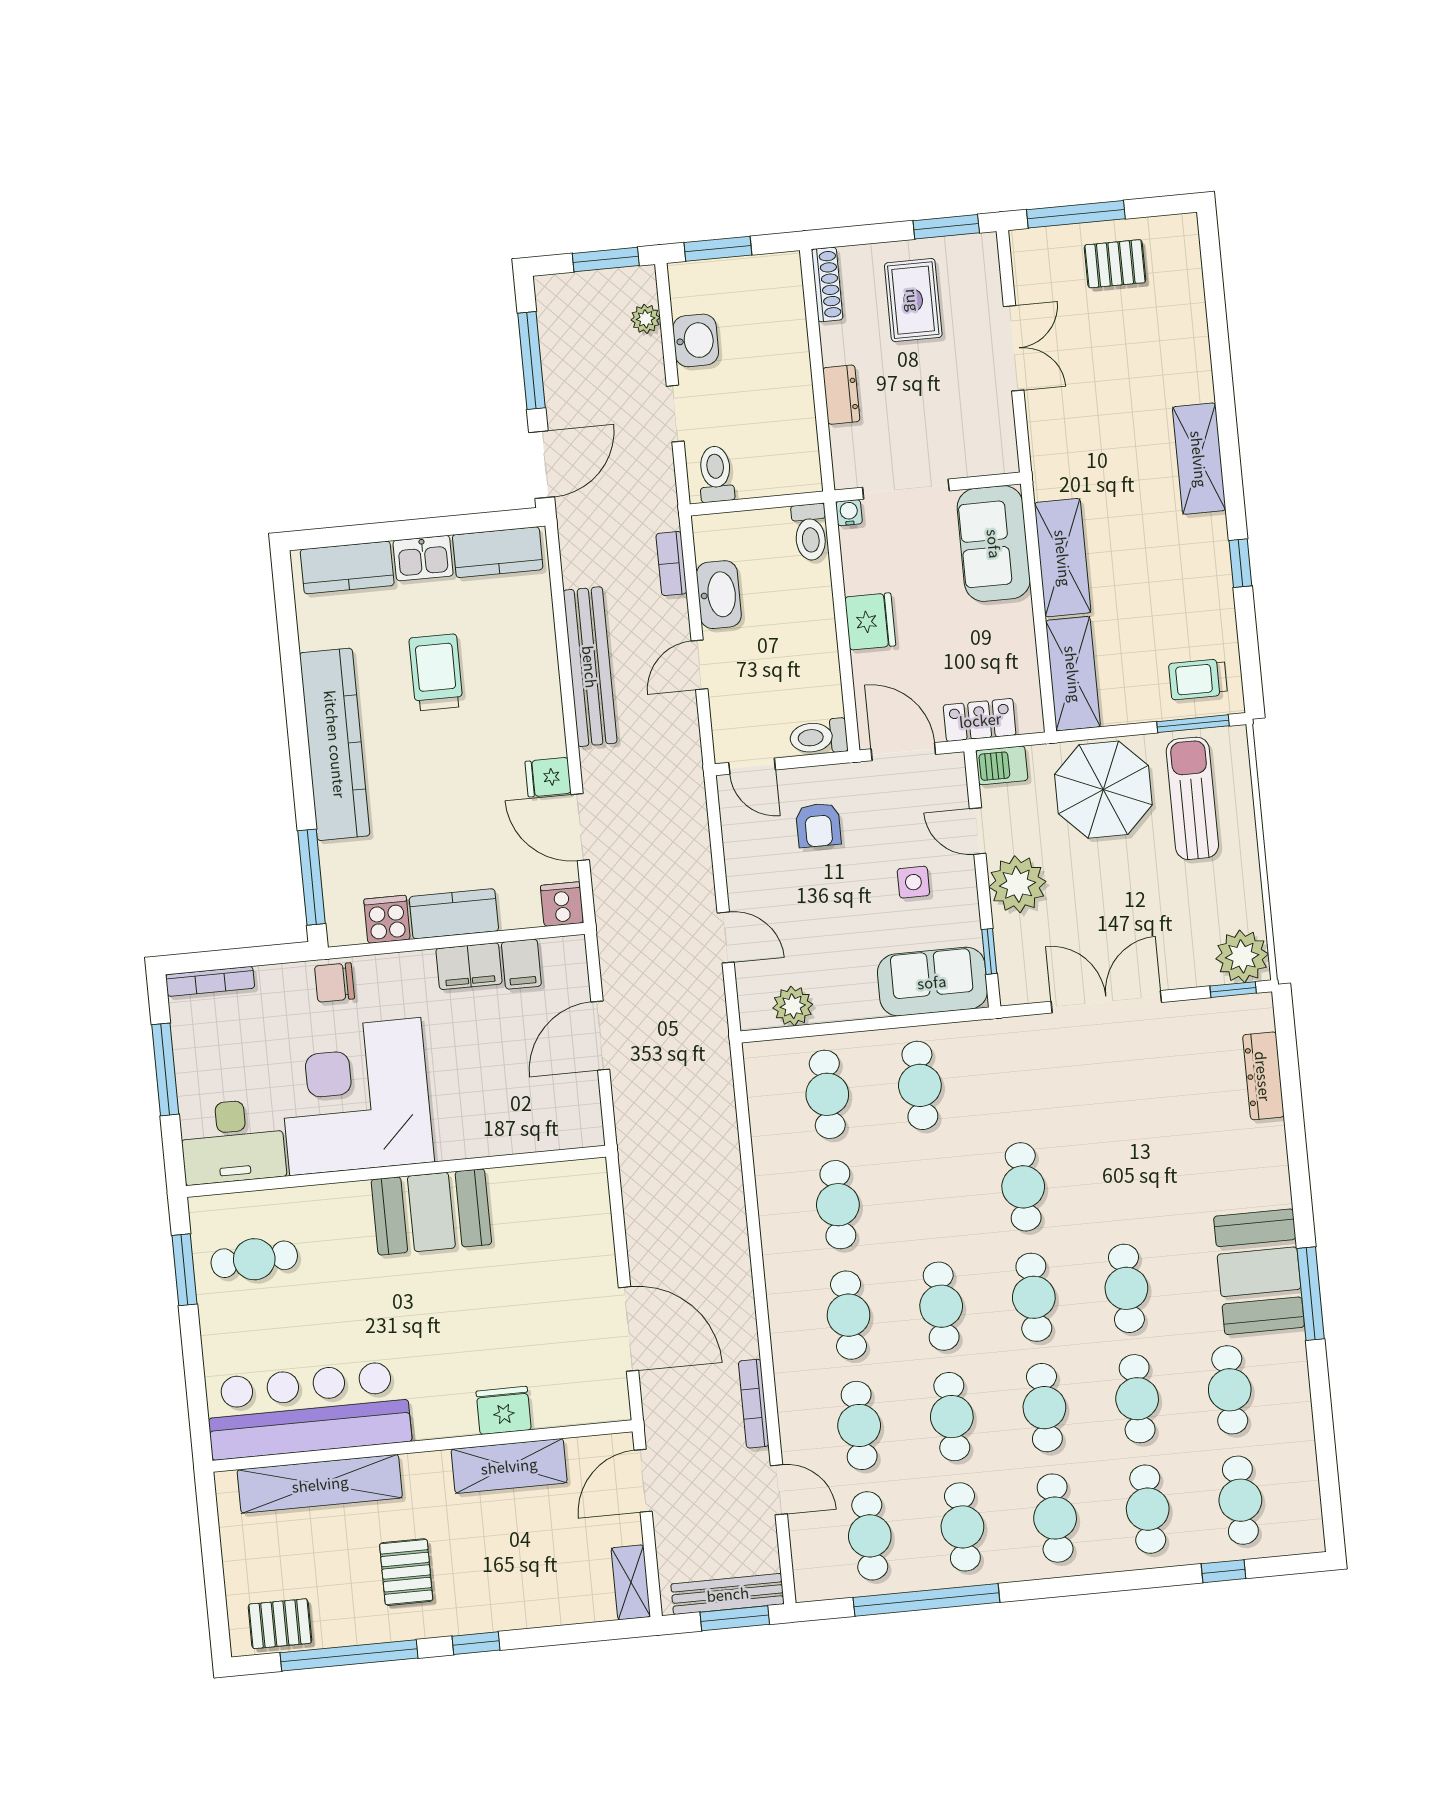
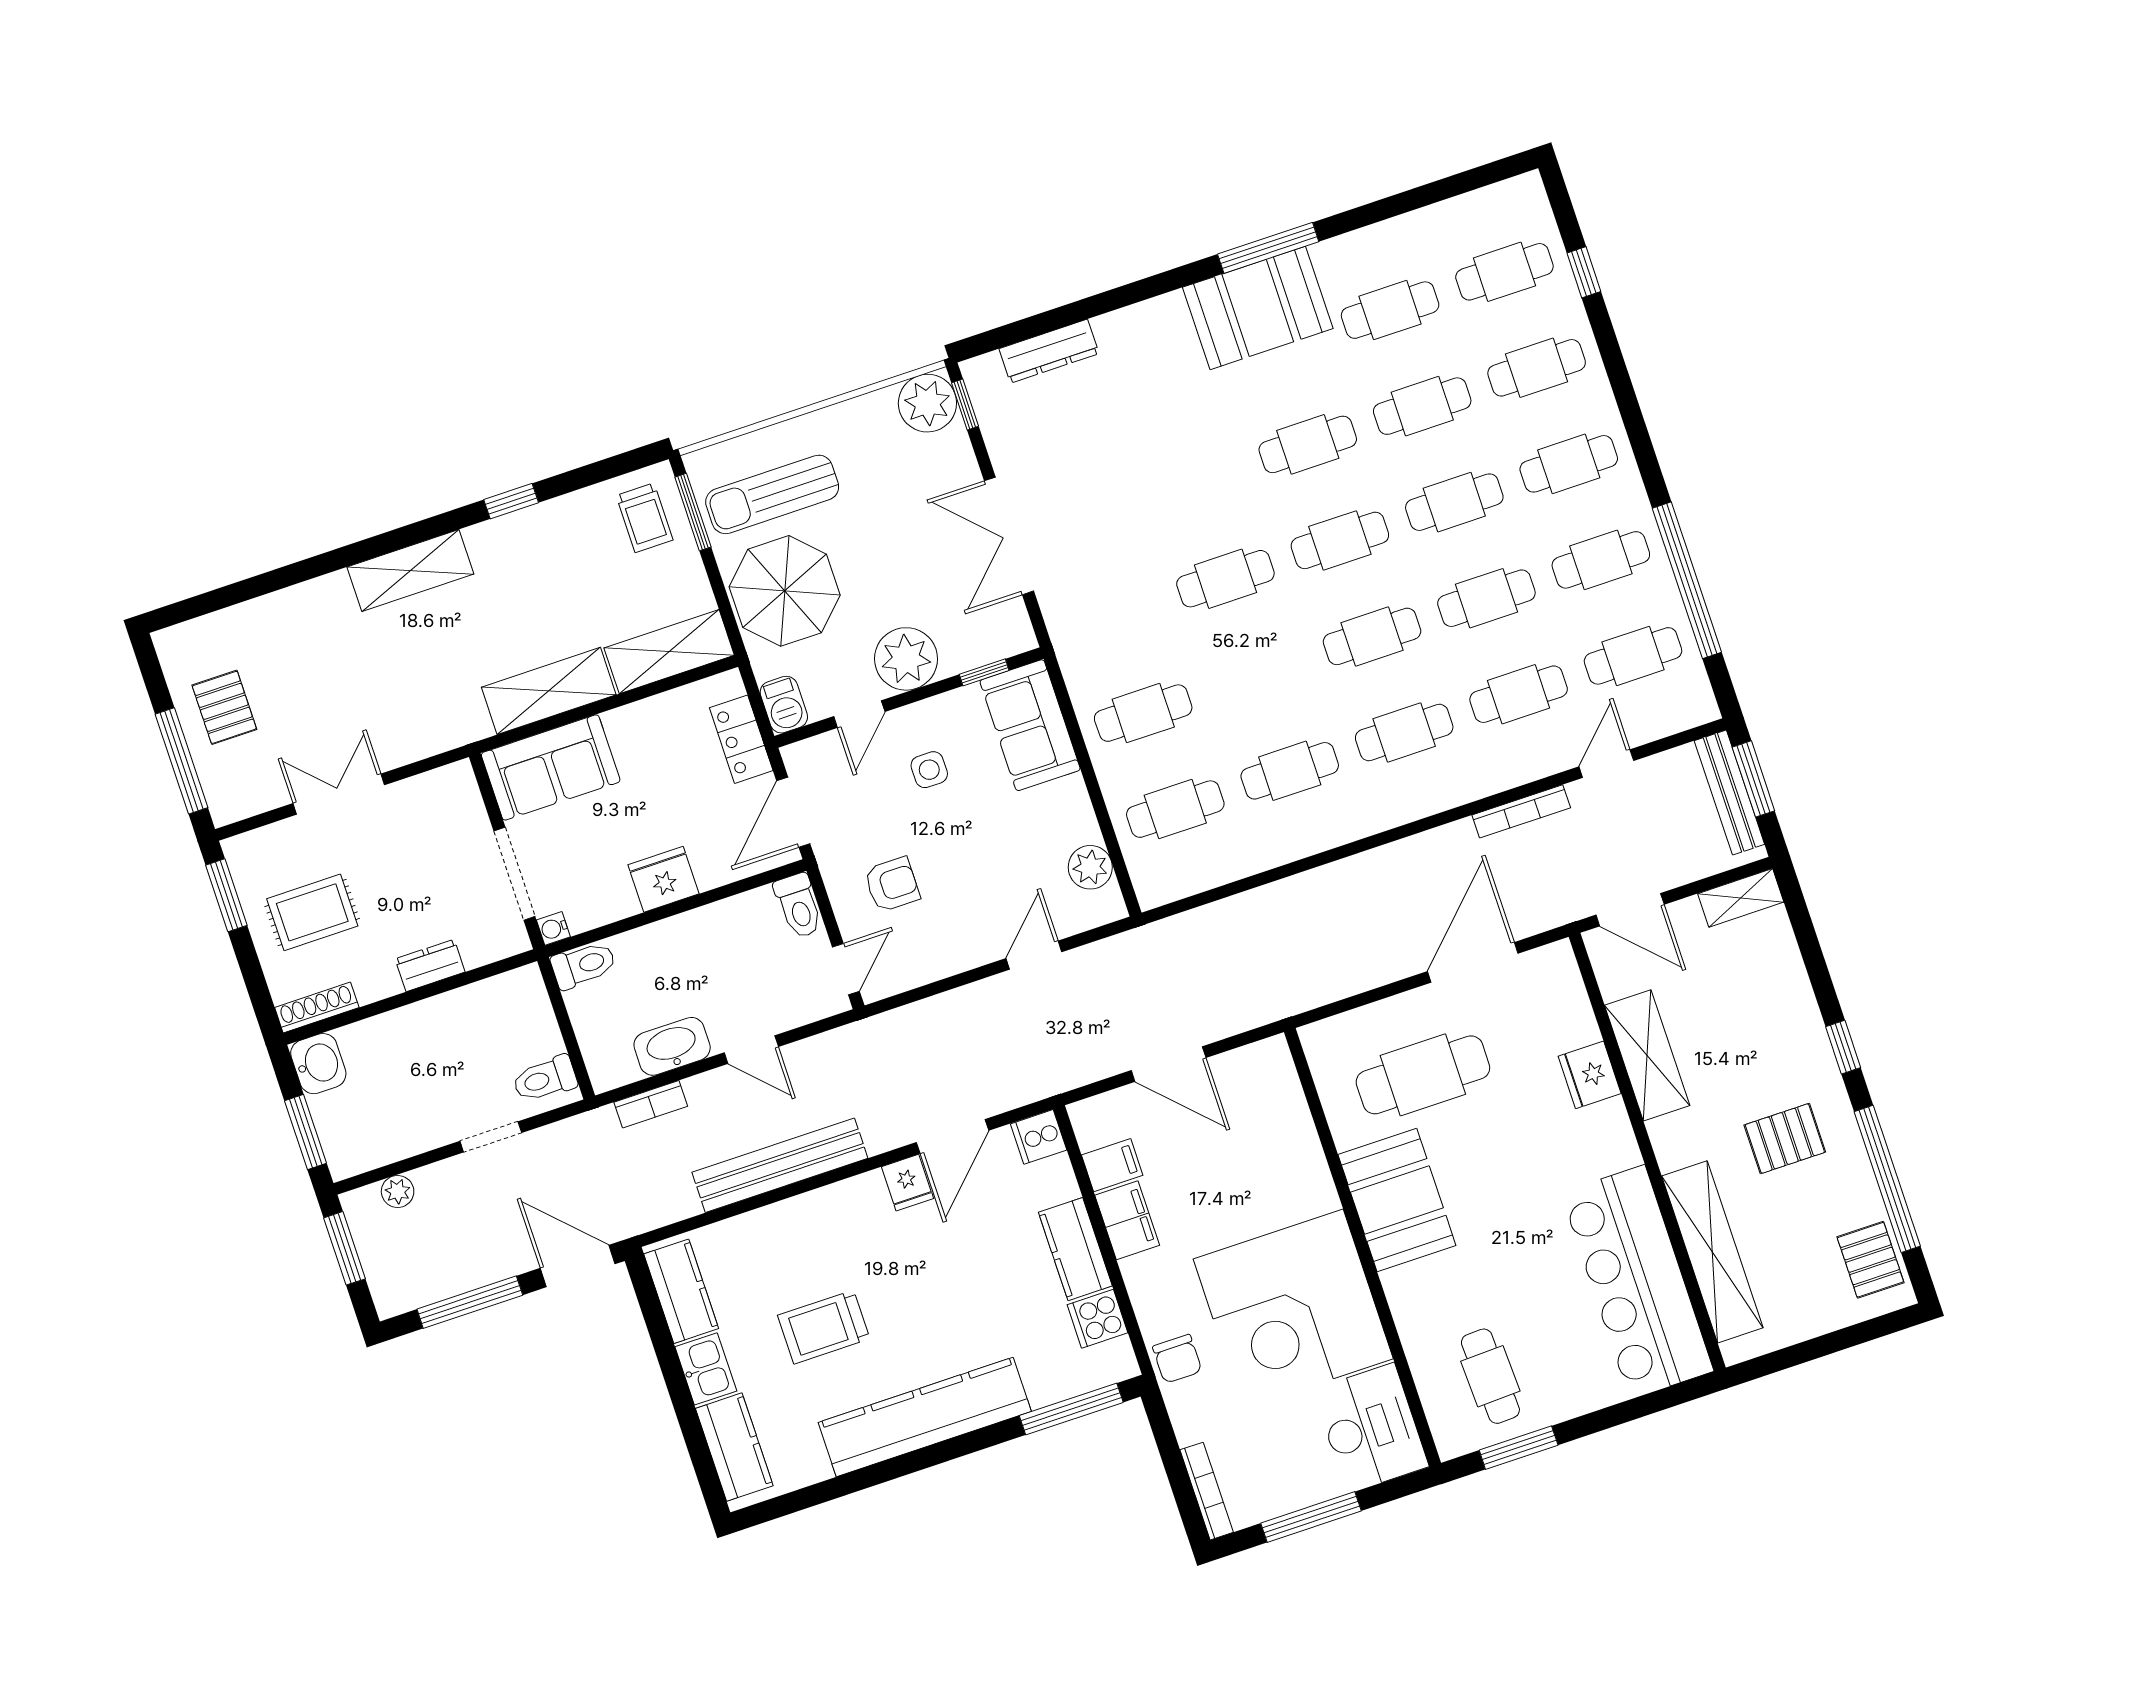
washbasin: (696, 340) -> (318, 1064), moved, turned 90
cafe table: (538, 1261) -> (1423, 1075), added

